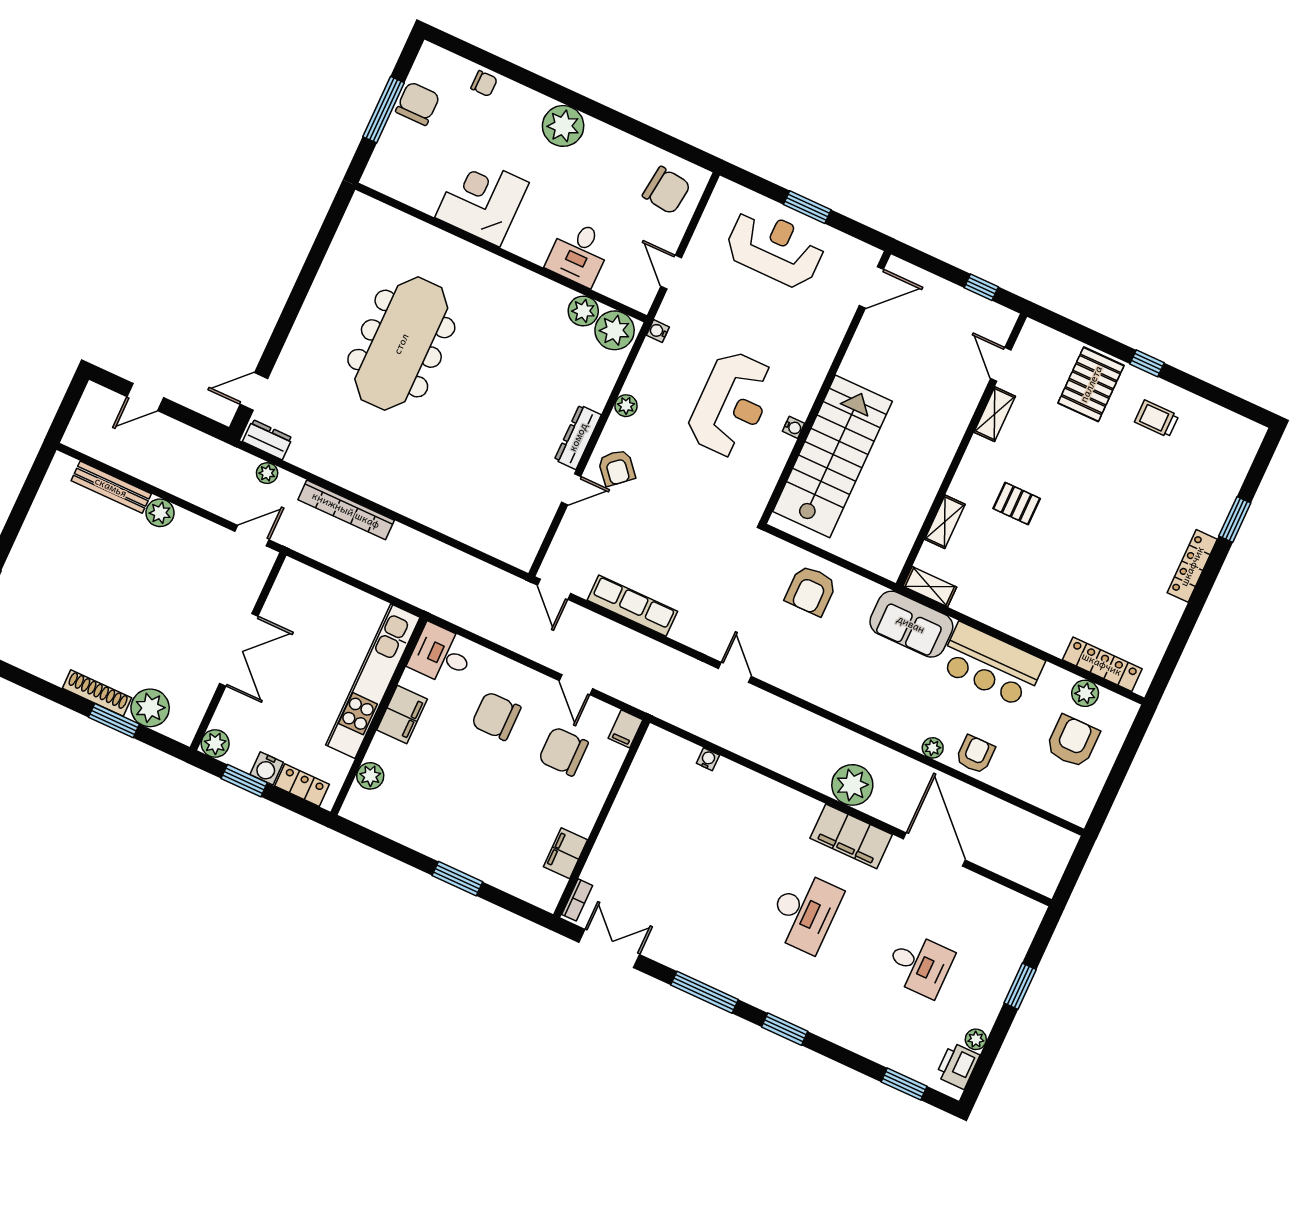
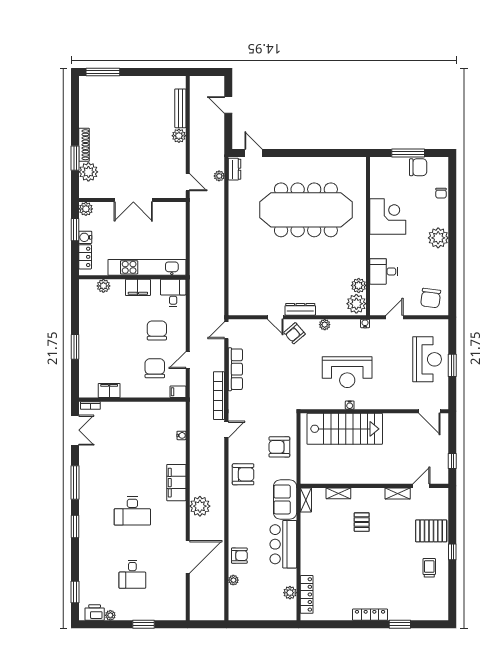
meeting table: (401, 344) -> (306, 210), width x1.36, depth x1.27
bookcase: (346, 510) -> (219, 396), moved
armchair: (1073, 741) -> (243, 474), moved
plant: (933, 748) -> (233, 580), moved
filing cabinet: (851, 836) -> (176, 483), moved

